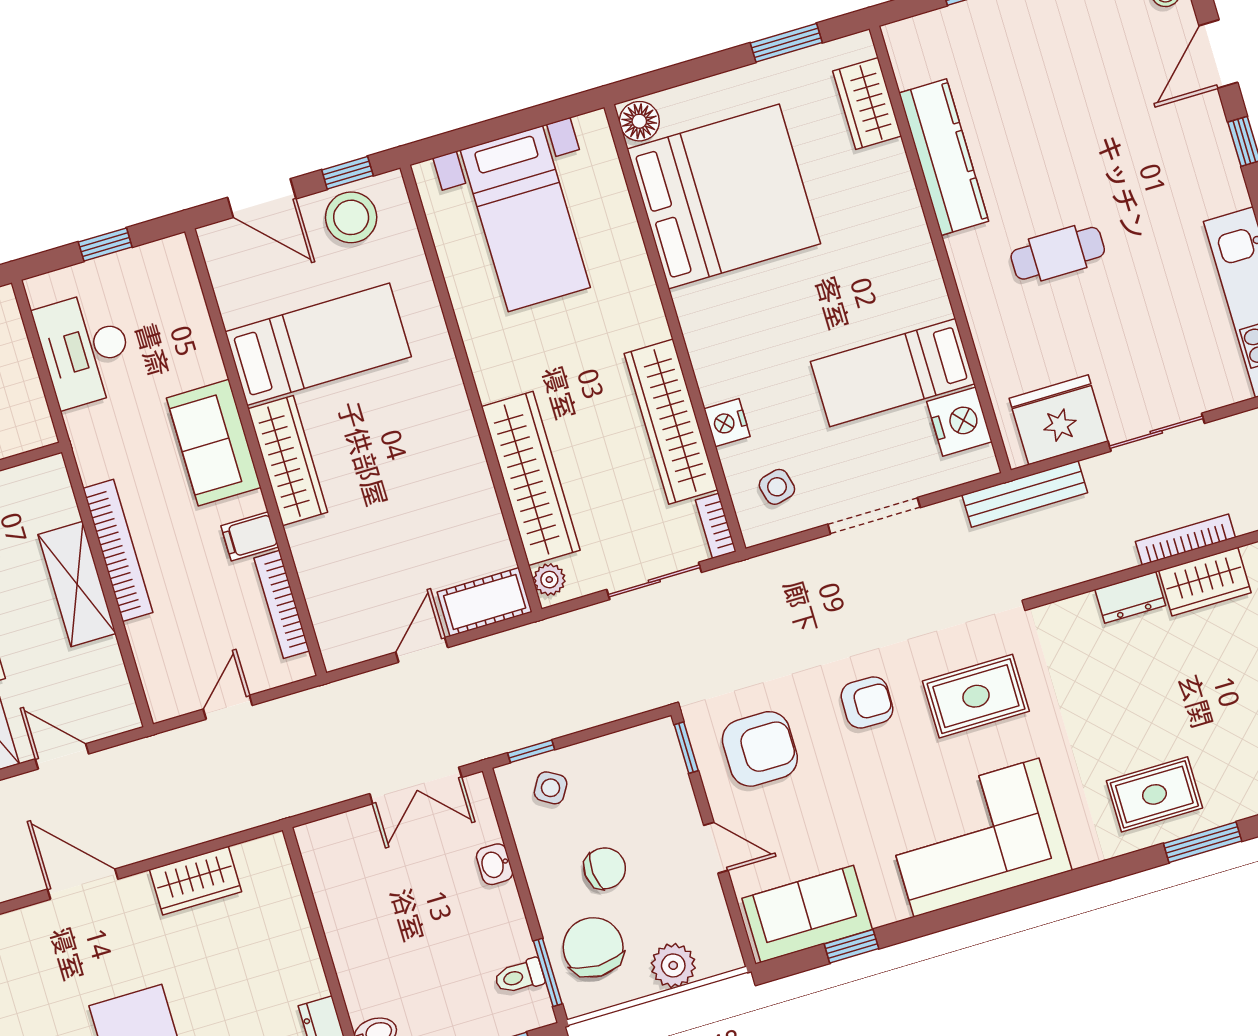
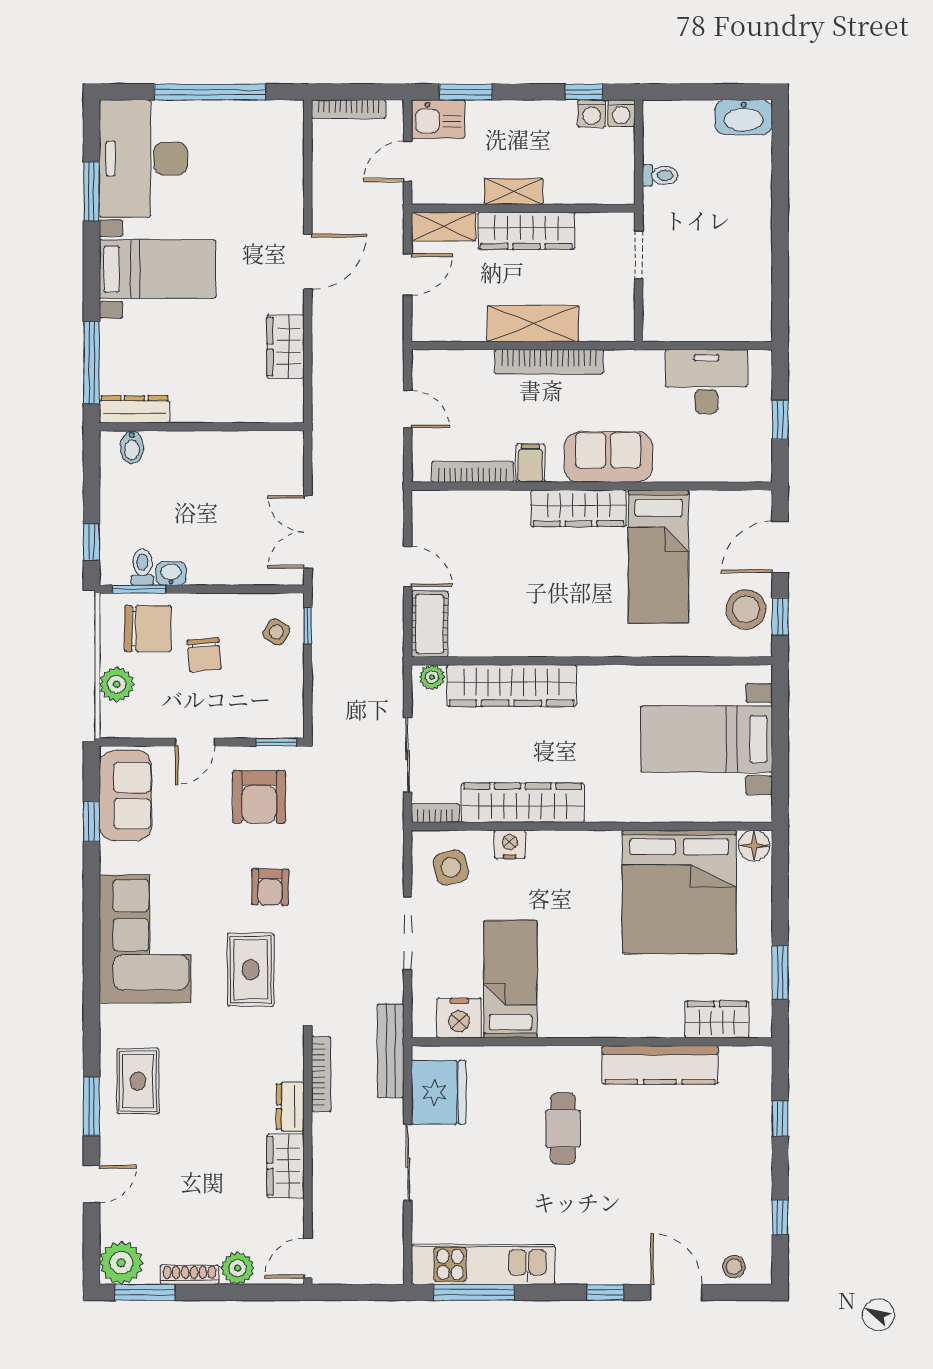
side table: (777, 487) -> (451, 867), width x1.37, depth x1.37
bookcase: (1185, 540) -> (321, 1074), moved
washbasin: (495, 864) -> (171, 573), moved

